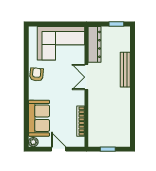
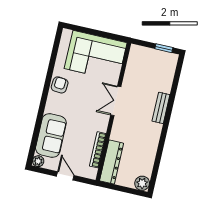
dresser: (95, 44) -> (112, 162), moved
bench: (125, 70) -> (161, 108), width x0.73
plant: (124, 141) -> (142, 183), added
window: (108, 149) -> (121, 189), removed

